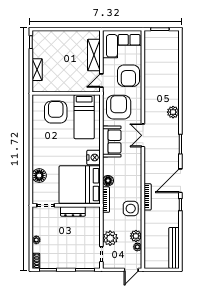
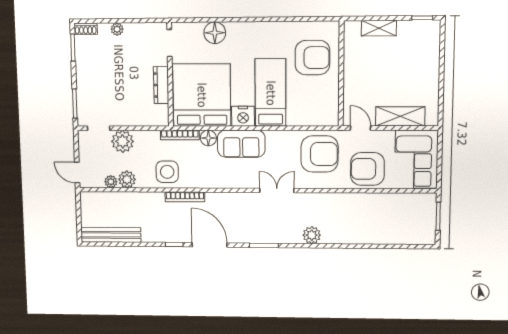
bed: (84, 117) -> (271, 93), moved, turned 90
sofa: (112, 142) -> (241, 144), moved

